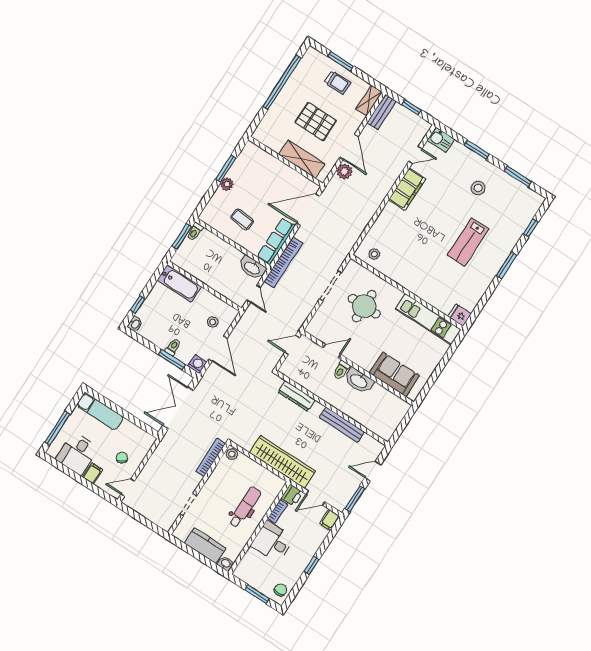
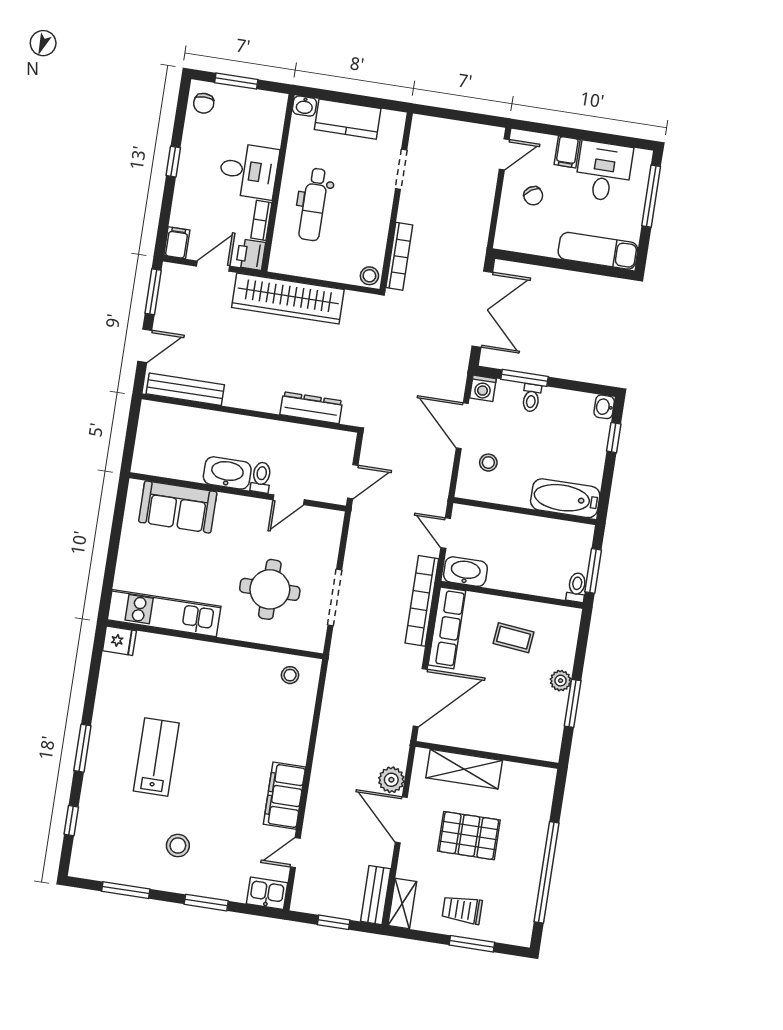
bench: (342, 425) -> (185, 389), moved

